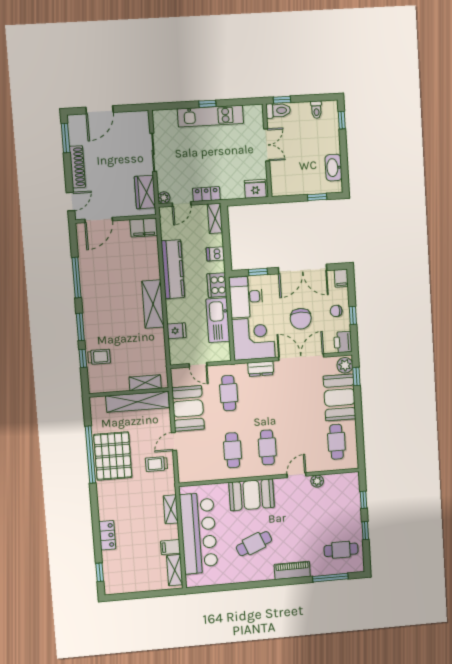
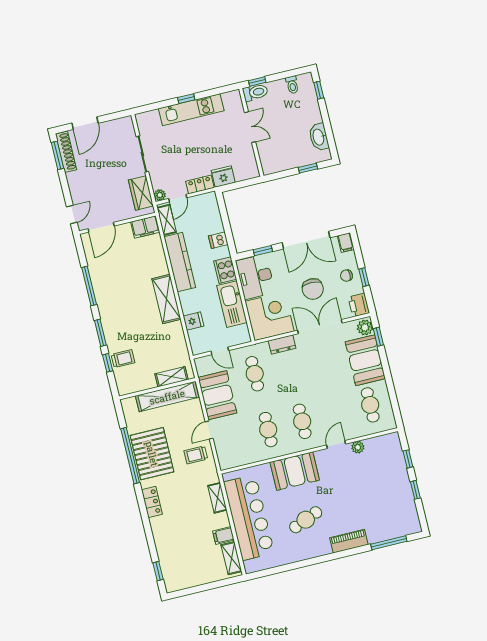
shoe rack: (77, 167) -> (66, 152), moved
fridge: (255, 189) -> (223, 177), moved
shelving: (215, 218) -> (167, 220), moved
locker: (107, 535) -> (152, 502), moved
cafe table: (341, 550) -> (394, 513), removed

